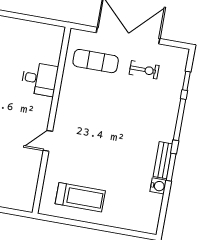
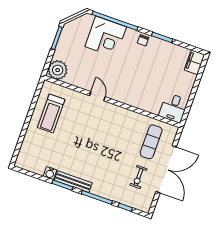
desk: (39, 79) -> (173, 108), moved
bench: (163, 160) -> (73, 182), width x1.36
plant: (22, 198) -> (58, 70), added

